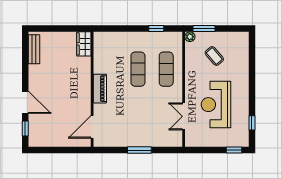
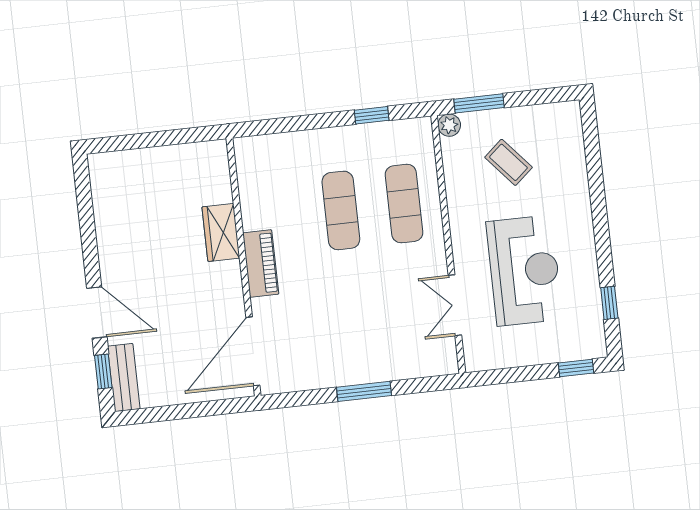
wardrobe: (84, 44) -> (221, 232), moved
bench: (34, 49) -> (124, 377), moved
reception desk: (216, 105) -> (524, 271), turned 180
door: (92, 127) -> (253, 351), width x1.36

